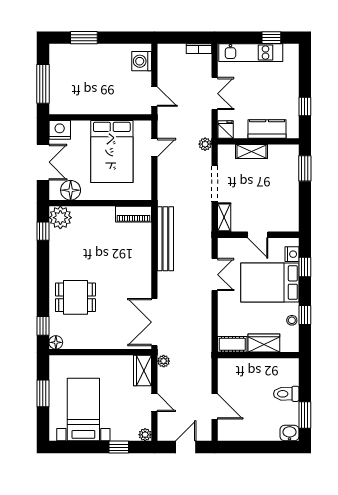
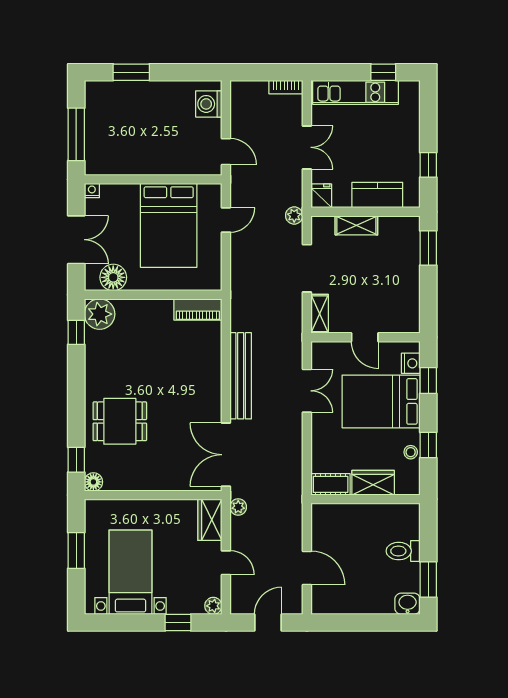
nightstand: (60, 130) -> (92, 191), width x0.53, depth x0.56
bench: (165, 239) -> (241, 376), moved

